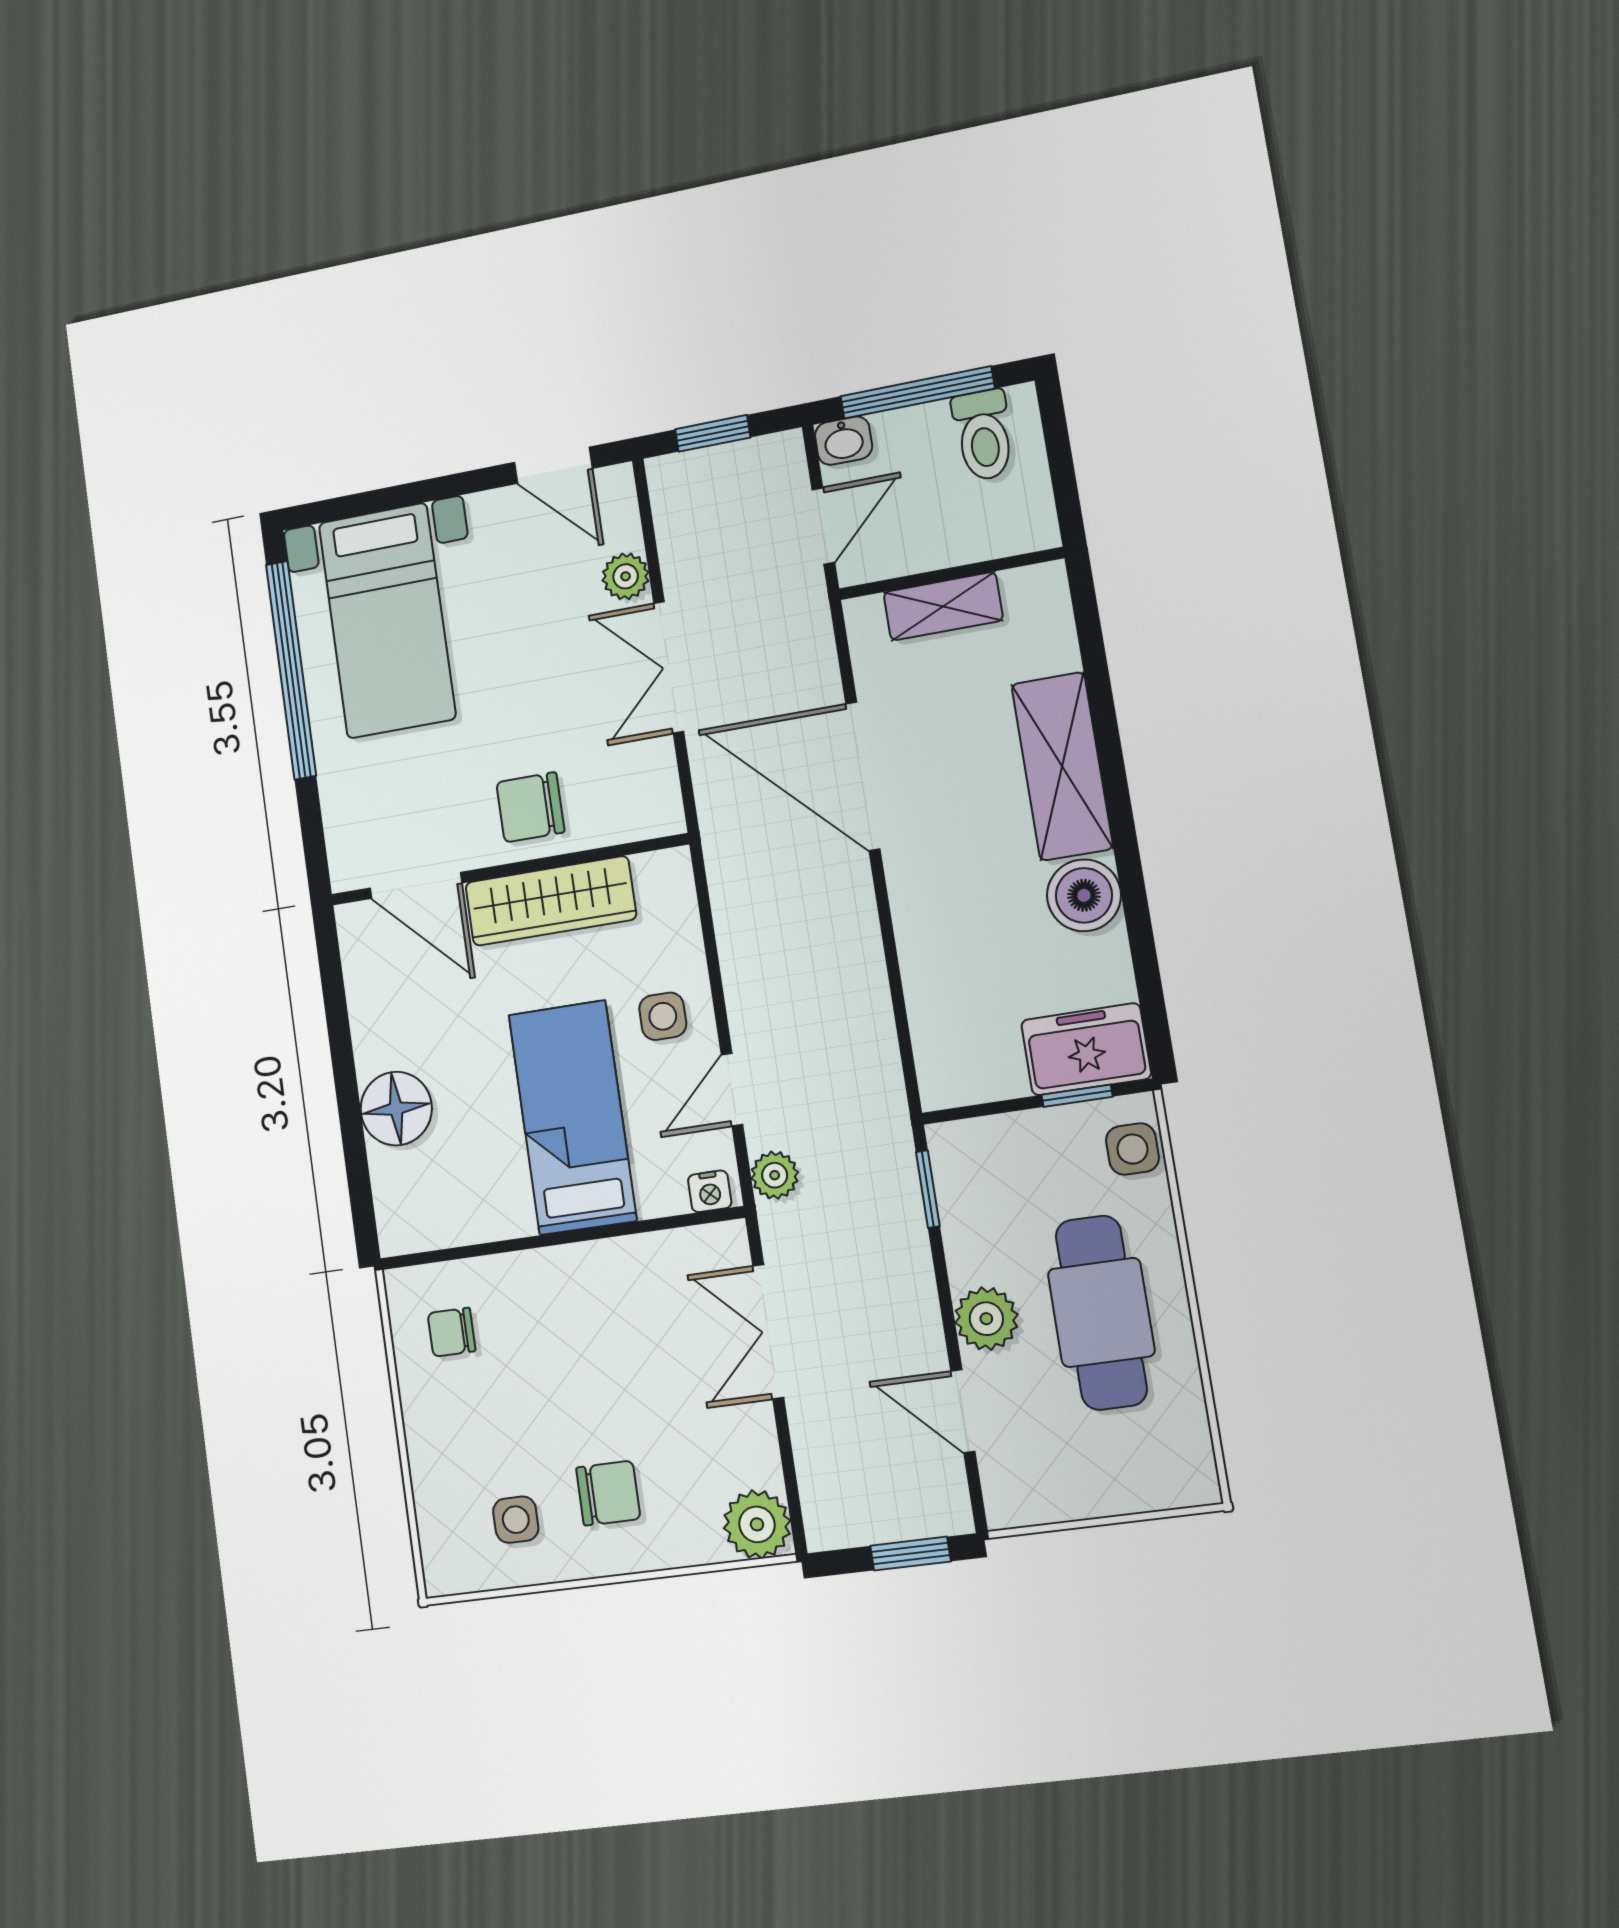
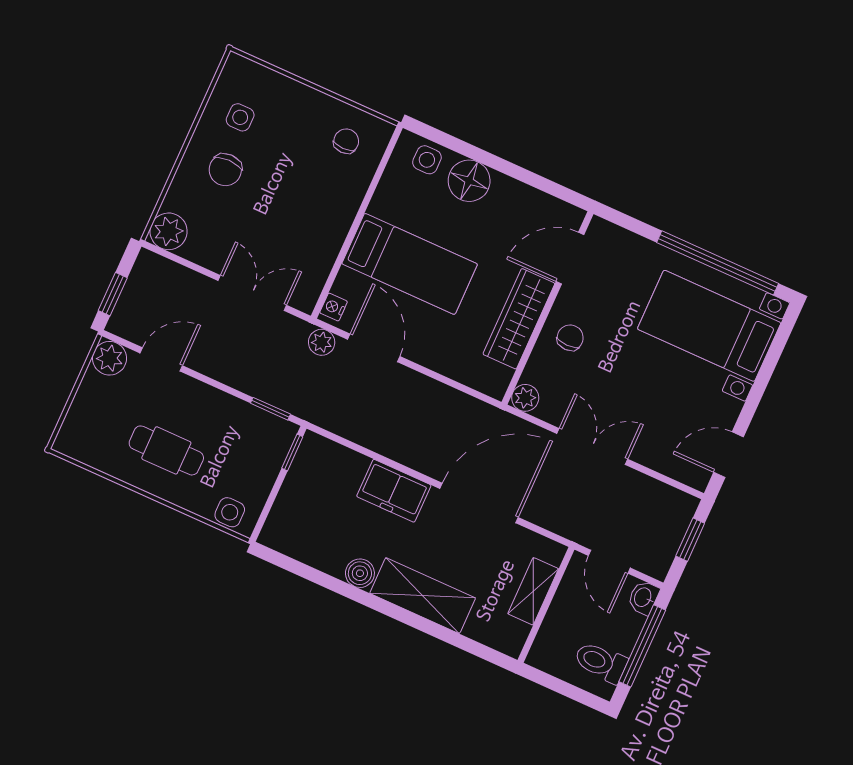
plant: (626, 576) -> (525, 398), moved
chair: (530, 807) -> (570, 338), width x0.73, depth x0.73
boiler: (1084, 895) -> (360, 573), width x0.73, depth x0.73
side table: (663, 1016) -> (427, 160), moved
freezer: (1086, 1049) -> (394, 491), moved, turned 90
door: (732, 1090) -> (374, 348), width x1.38
window: (1077, 1096) -> (292, 452), moved
cafe table: (1101, 1312) -> (166, 450), width x0.73, depth x0.74
plant: (986, 1319) -> (110, 358), moved

